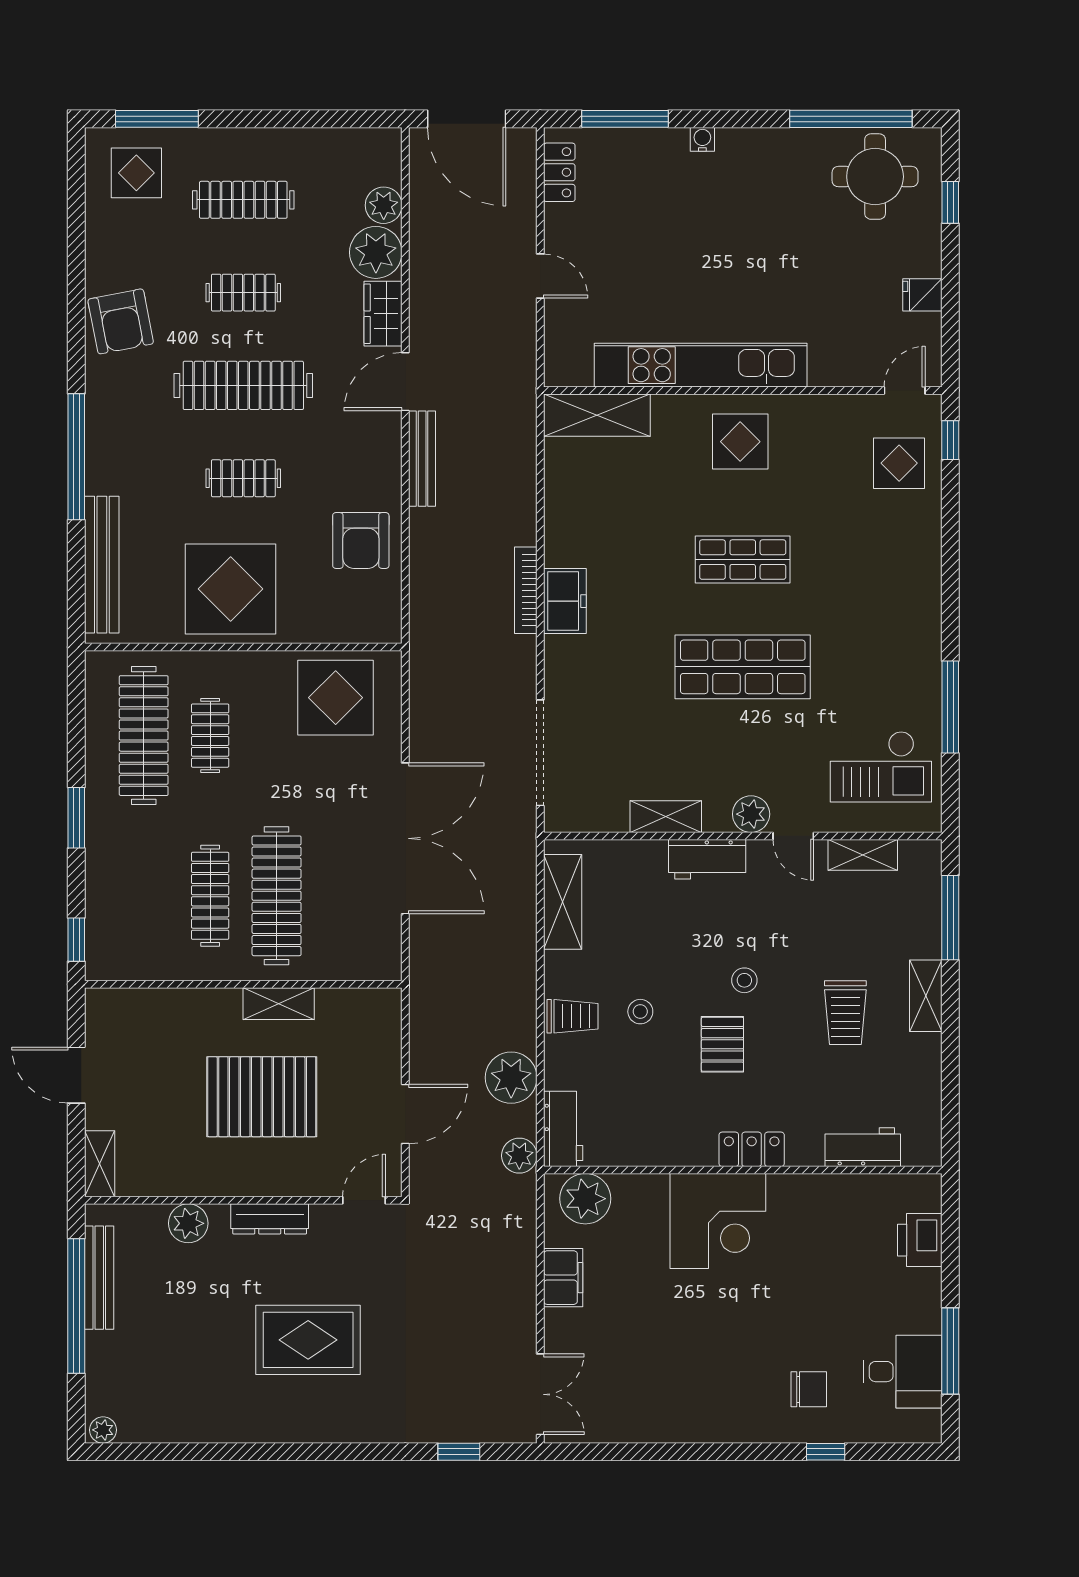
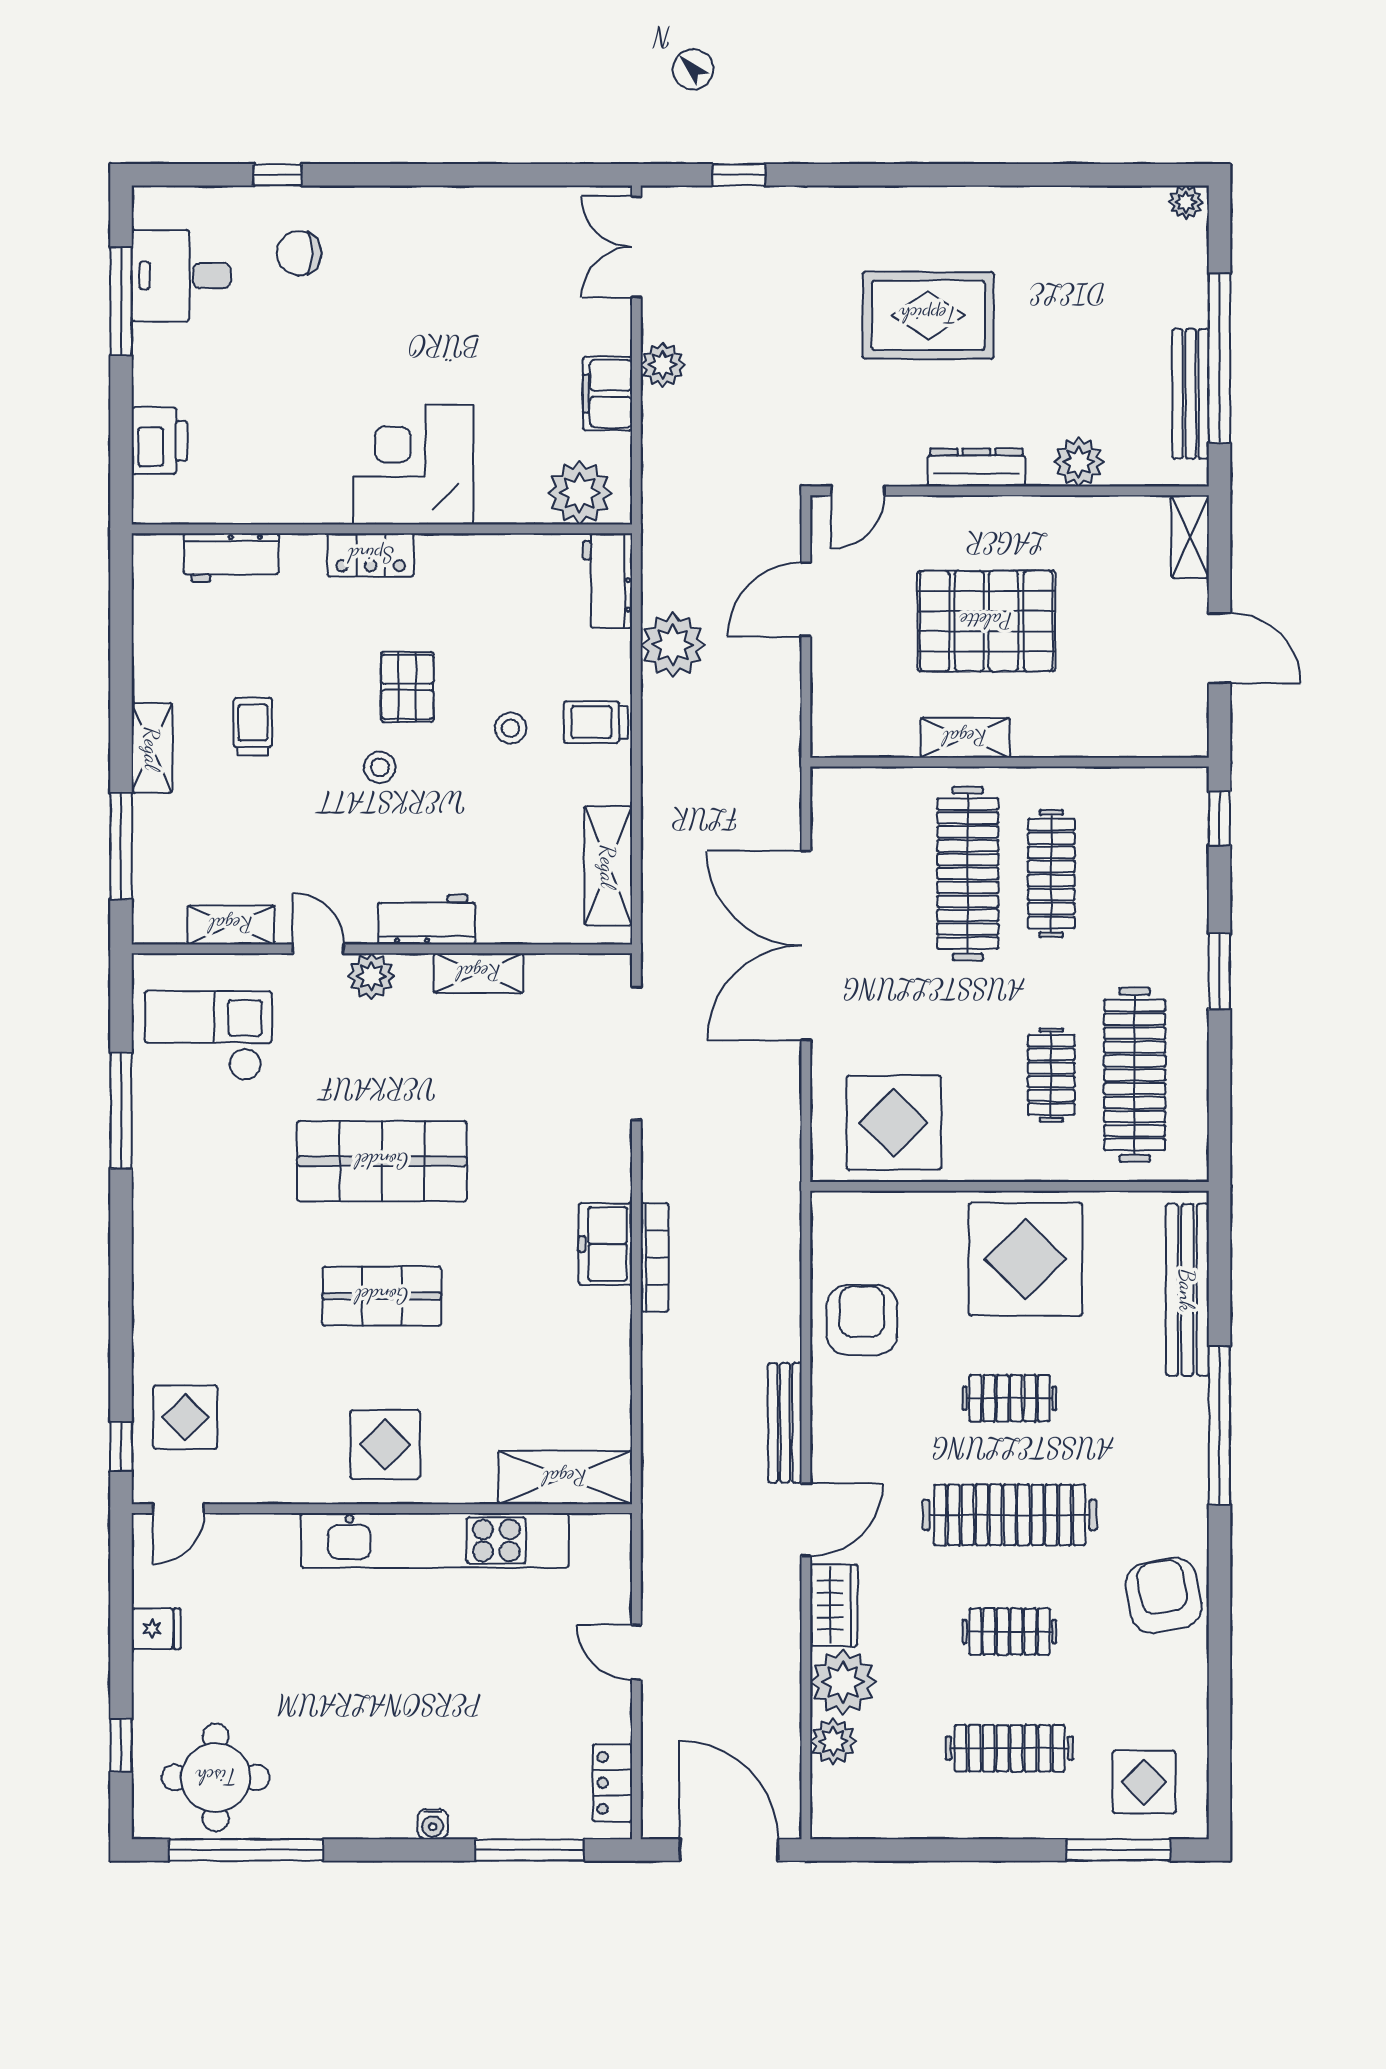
trolley: (845, 1013) -> (253, 727), width x0.73, depth x0.72
plant: (519, 1156) -> (663, 365), moved

